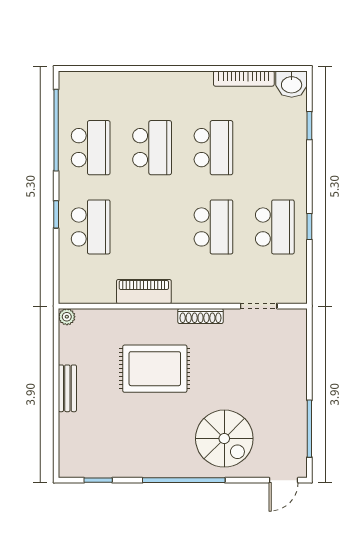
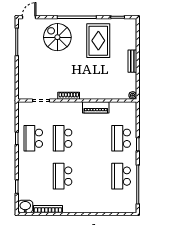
school desk: (152, 148) -> (92, 176), removed
rug: (155, 369) -> (98, 41), moved, turned 90

